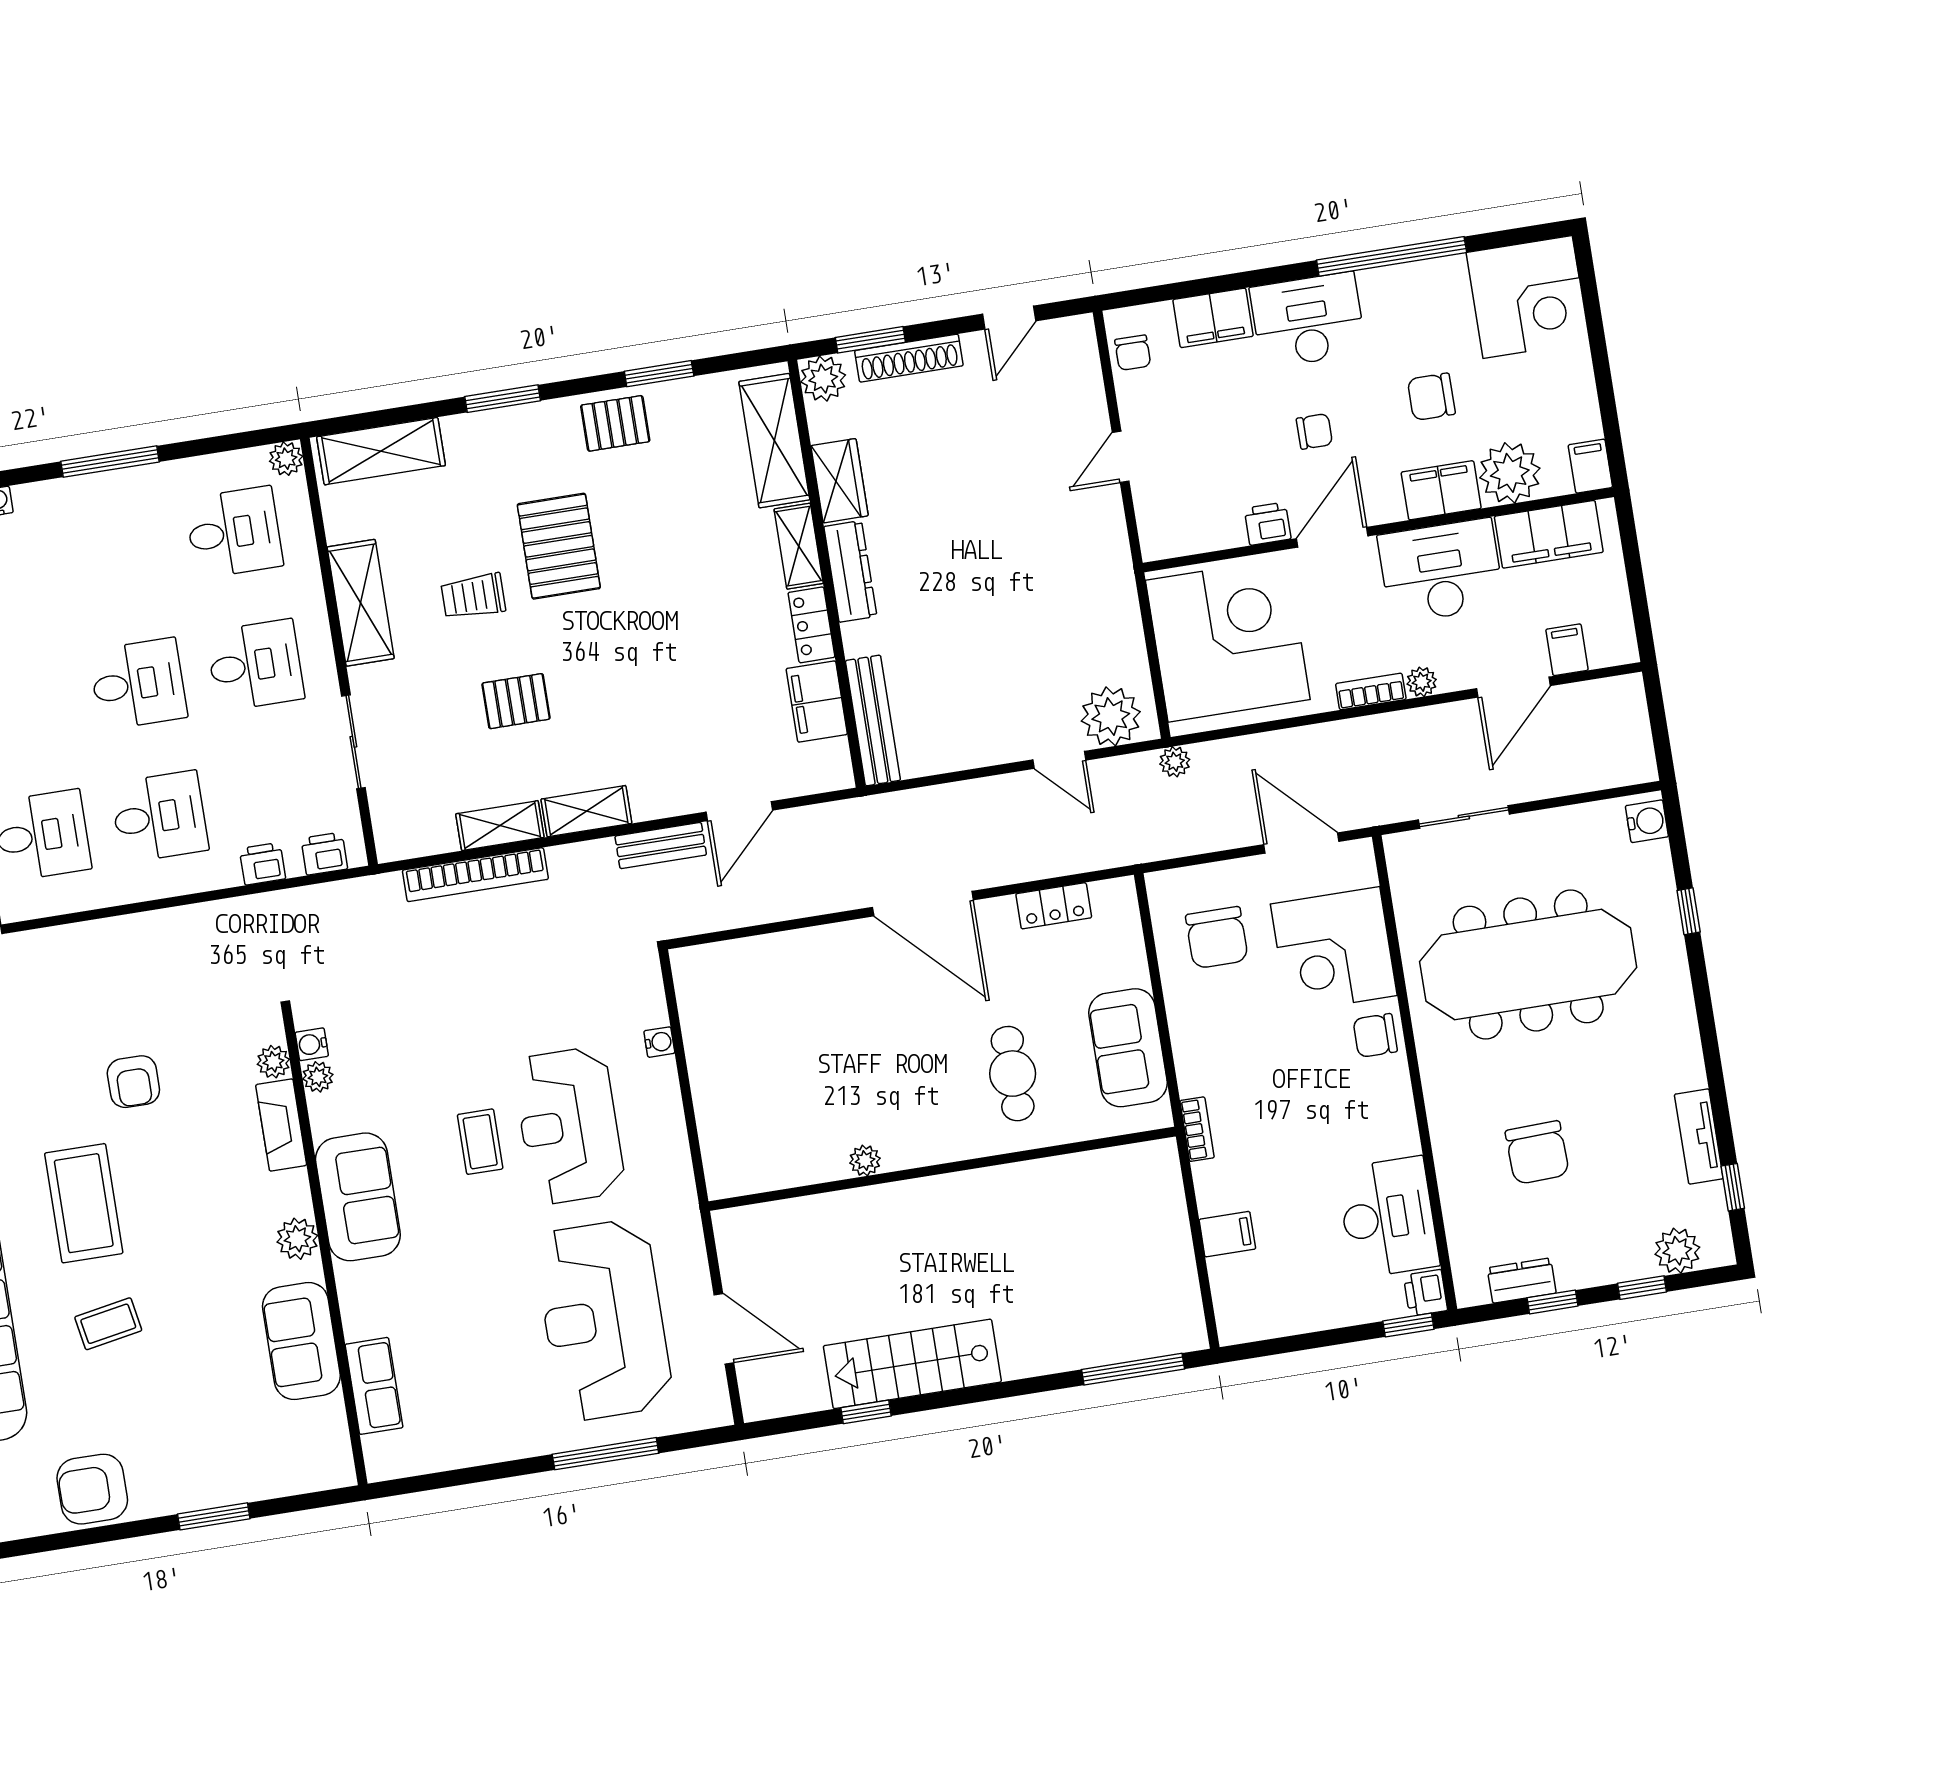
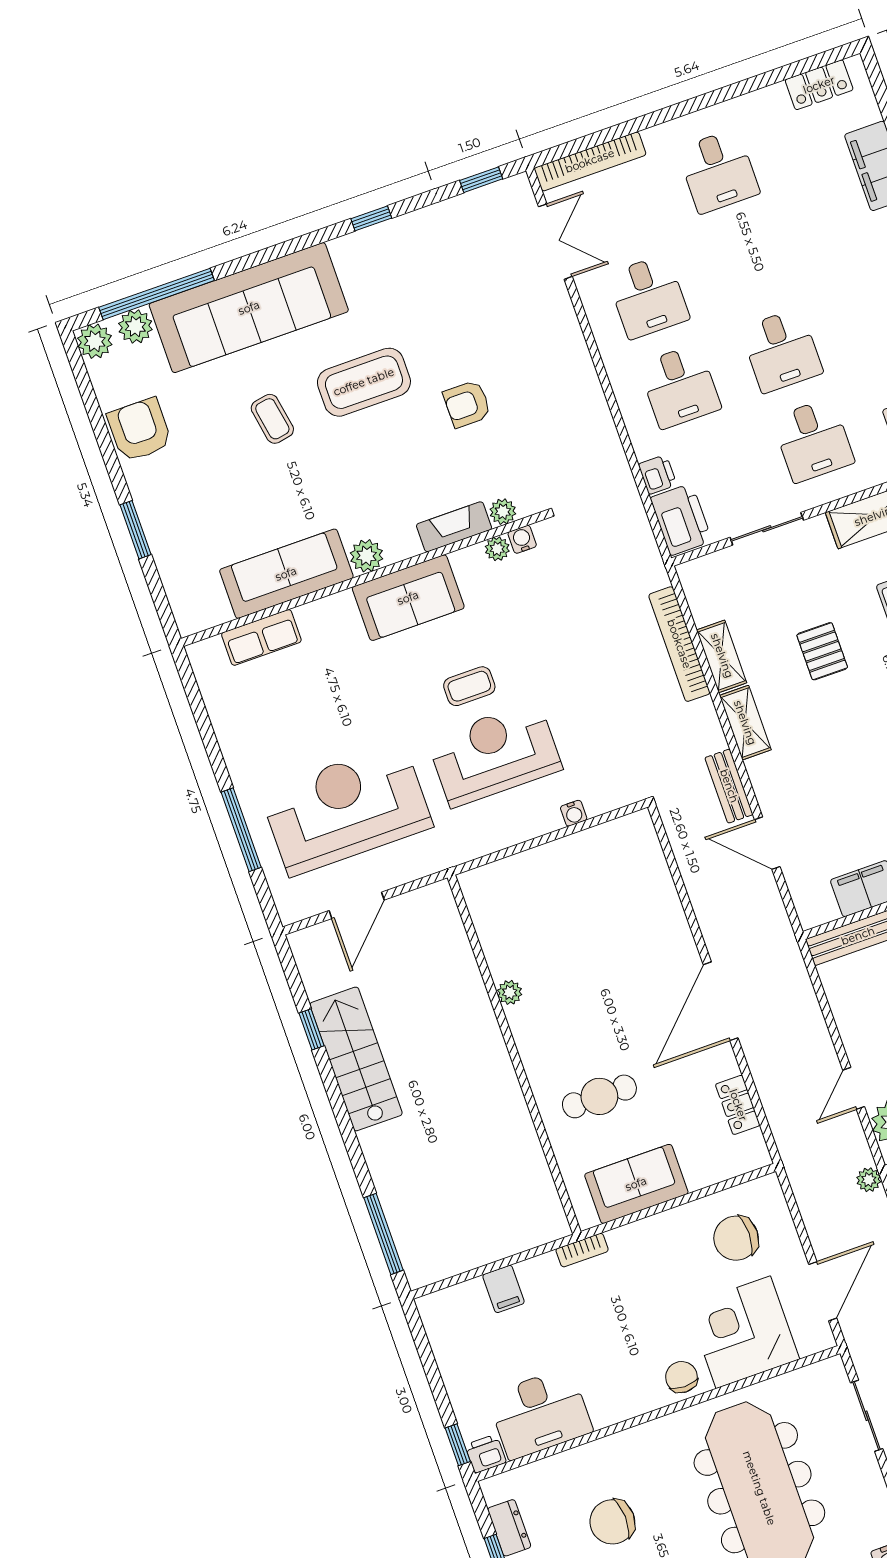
printer: (324, 854) -> (681, 519), width x1.87, depth x1.48
sofa: (301, 1341) -> (286, 574), width x1.36

